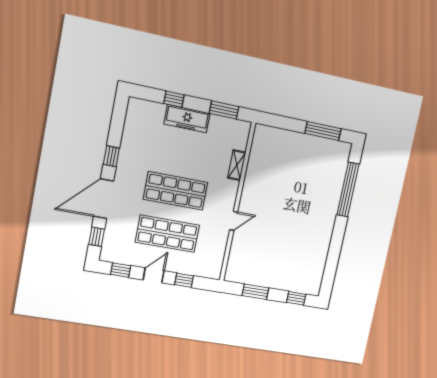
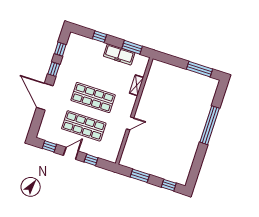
freezer: (187, 119) -> (119, 54), moved
window: (348, 190) -> (210, 125), moved
door: (104, 199) -> (45, 97), hinge flipped
window: (97, 237) -> (60, 49), moved

